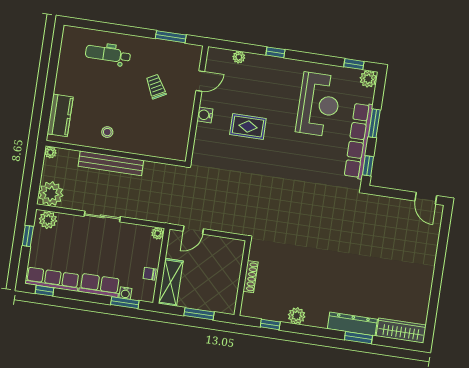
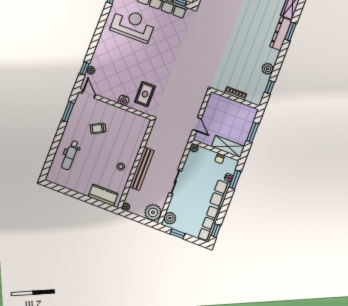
window: (275, 52) -> (84, 68), moved
door: (200, 81) -> (89, 94), moved
rug: (248, 127) -> (145, 94), moved

